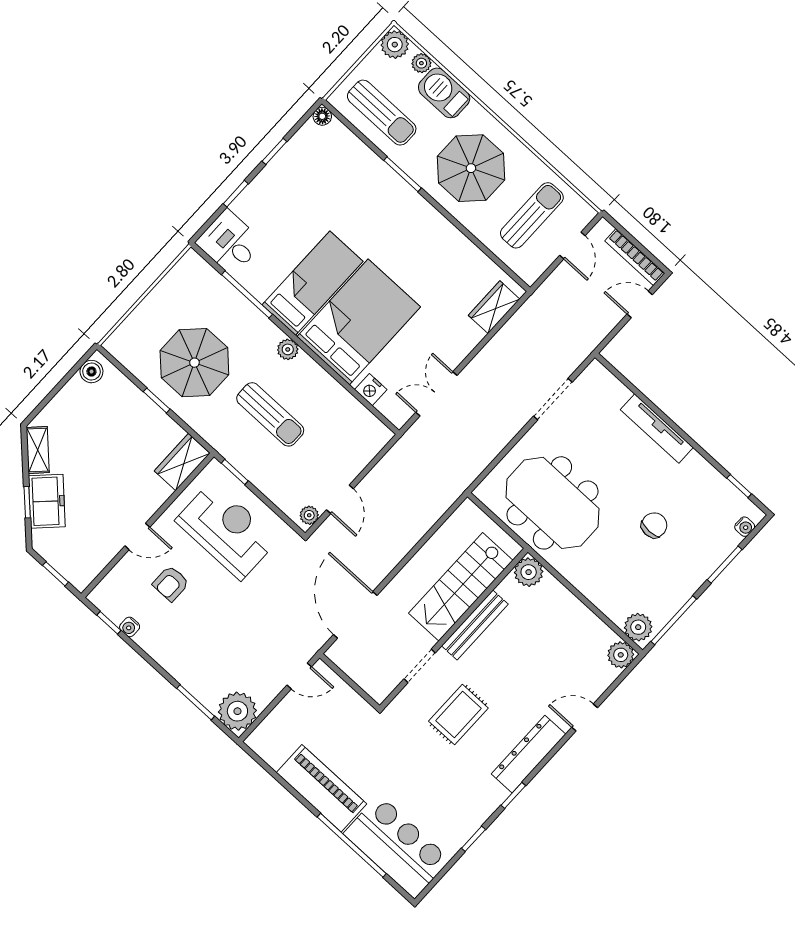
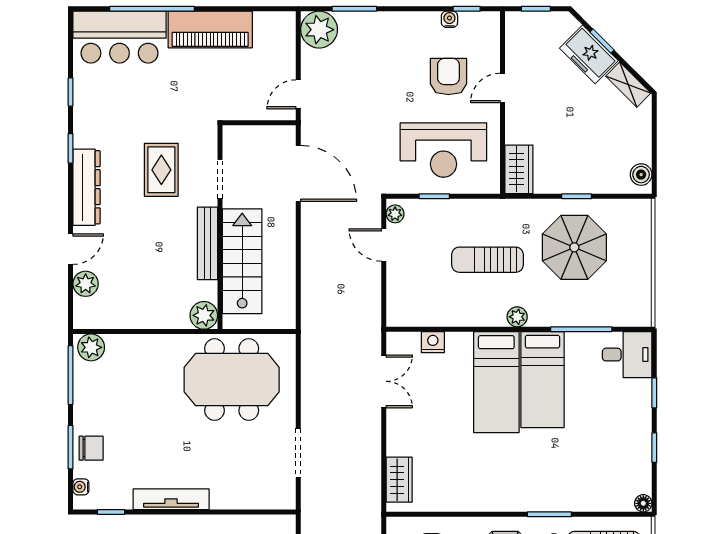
bed: (359, 322) -> (496, 382), width x0.67
tv unit: (657, 429) -> (171, 499), moved
window: (235, 472) -> (434, 196), moved
chair: (654, 525) -> (91, 448), moved, turned -90
armchair: (171, 583) -> (448, 77), width x1.38, depth x1.38
plant: (621, 655) -> (86, 284), moved

